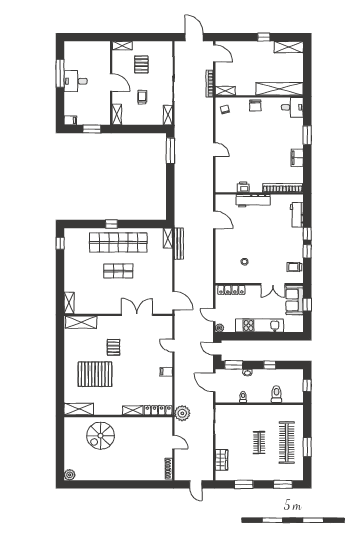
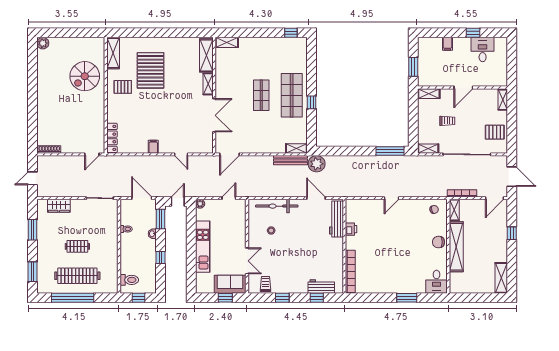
door: (194, 37) -> (512, 177), hinge flipped
window: (264, 37) -> (512, 233), moved
pallet: (141, 64) -> (495, 132), moved
window: (60, 73) -> (473, 33), width x0.46
desk: (76, 81) -> (483, 50), moved
shelving: (280, 89) -> (456, 247), moved
filing cabinet: (70, 120) -> (447, 44), moved
filing cabinet: (297, 158) -> (383, 287), removed
workbench: (253, 201) -> (336, 219), moved
door: (214, 220) -> (316, 198), swing flipped
window: (111, 224) -> (312, 102), moved
window: (307, 234) -> (317, 298), moved
shop shelf: (118, 242) -> (292, 95), width x0.71
bicycle: (222, 256) -> (277, 206), added
double door: (273, 284) -> (247, 261), swing flipped
locker: (231, 290) -> (241, 216), removed
door: (214, 315) -> (229, 198), moved
door: (173, 346) -> (181, 154), swing flipped
pallet: (113, 347) -> (123, 87), moved
door: (214, 382) -> (142, 198), hinge flipped
toilet: (276, 394) -> (129, 280), moved
shelving: (133, 410) -> (208, 84), moved
plant: (182, 413) -> (317, 164), moved
spiral stairs: (100, 436) -> (85, 76), turned -90
door: (173, 442) -> (92, 154), moved
window: (307, 447) -> (73, 298), width x2.11

